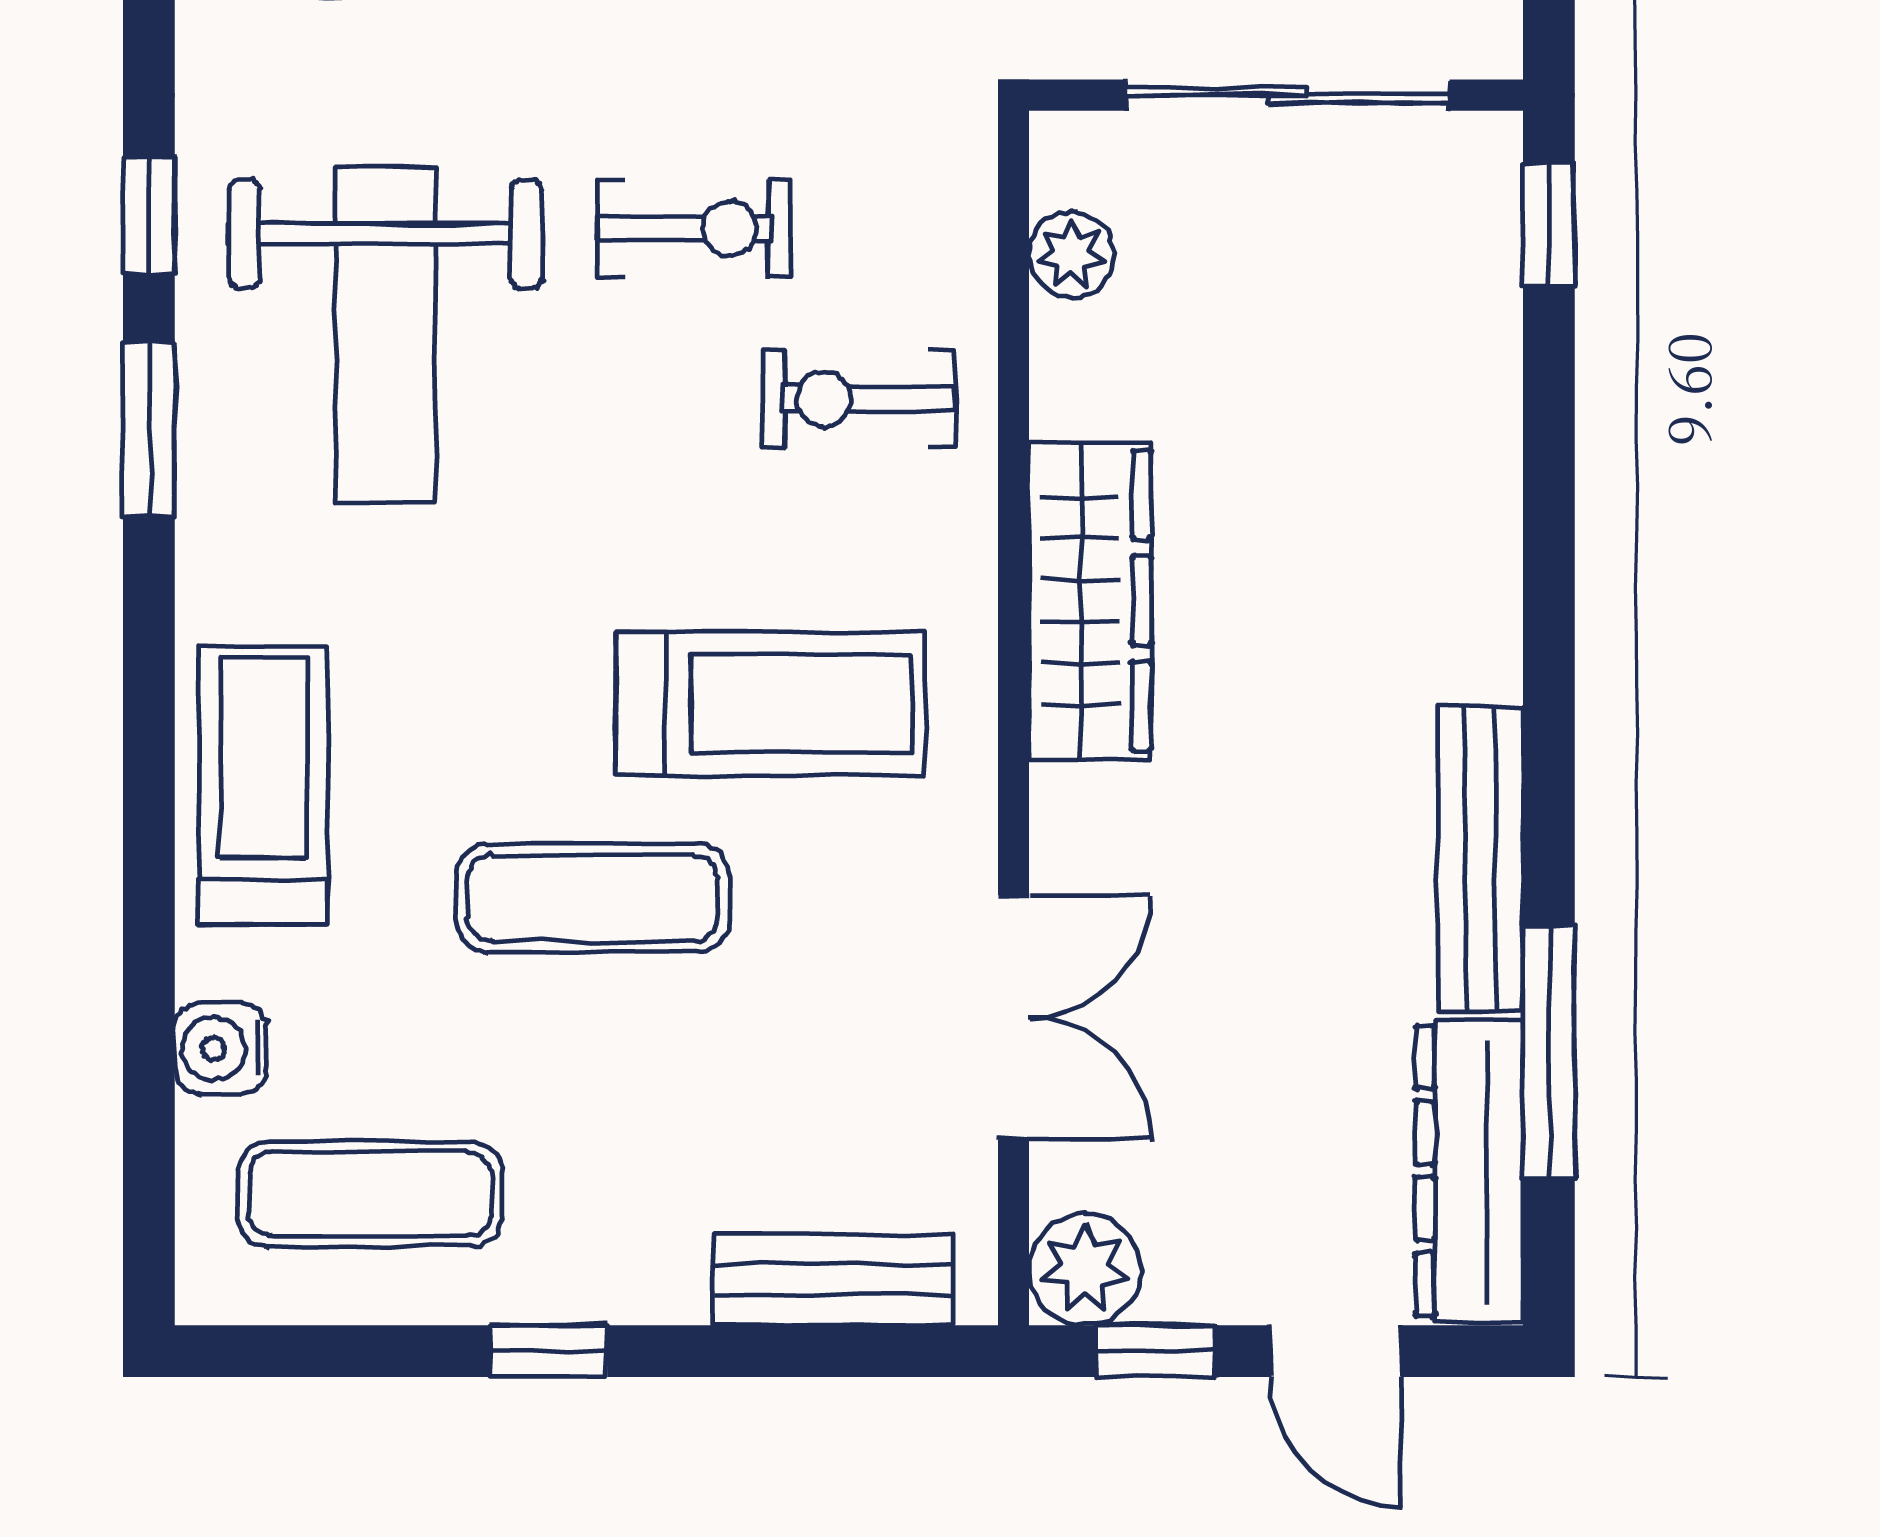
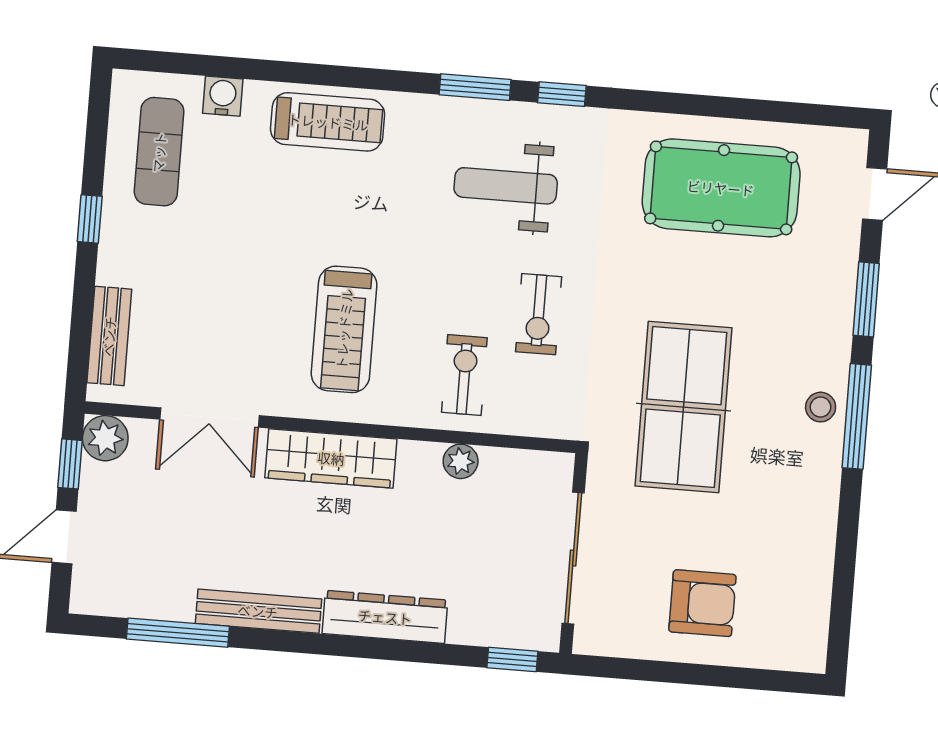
plant: (1072, 255) -> (461, 461), moved
weight bench: (385, 335) -> (506, 186), width x0.73, depth x0.75
wardrobe: (1090, 600) -> (331, 458), moved
exercise mat: (593, 898) -> (271, 251), removed
dresser: (1469, 1171) -> (385, 617), moved

